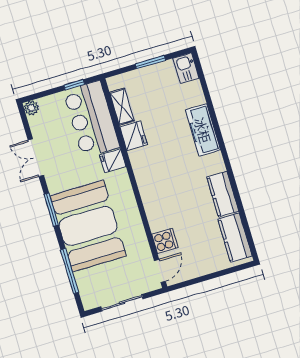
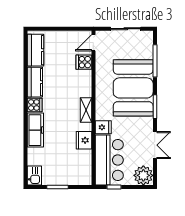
shelving: (122, 107) -> (86, 110), moved
plant: (31, 108) -> (143, 175), width x1.88, depth x1.88
cooker: (214, 163) -> (35, 105), added

